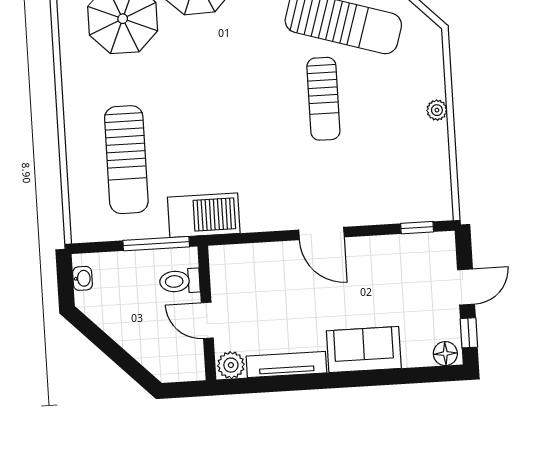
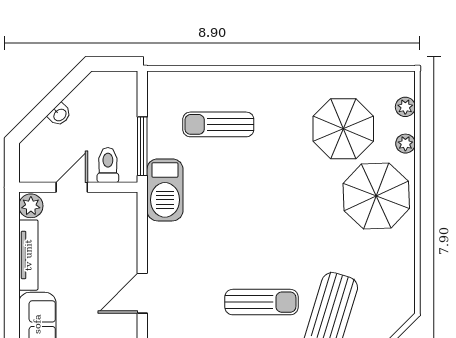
sun lounger: (323, 99) -> (261, 302), turned 180
sun lounger: (126, 160) -> (218, 124), width x0.73, depth x0.75
washbasin: (82, 278) -> (60, 115), moved, turned -45

